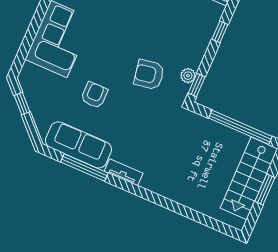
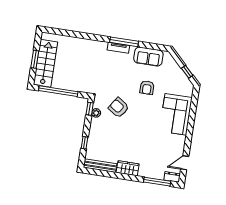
armchair: (149, 75) -> (119, 108), turned -136
sofa: (79, 145) -> (148, 57), width x0.73
window: (84, 167) -> (124, 42), moved

